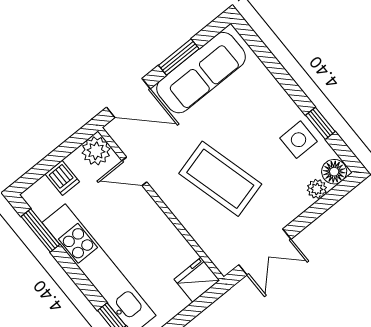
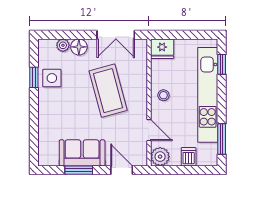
sofa: (201, 73) -> (82, 153), width x0.73
door: (128, 98) -> (122, 170), width x0.73
floor lamp: (334, 172) -> (79, 47), moved
stool: (151, 226) -> (163, 95), added
double door: (265, 252) -> (116, 35), swing flipped

